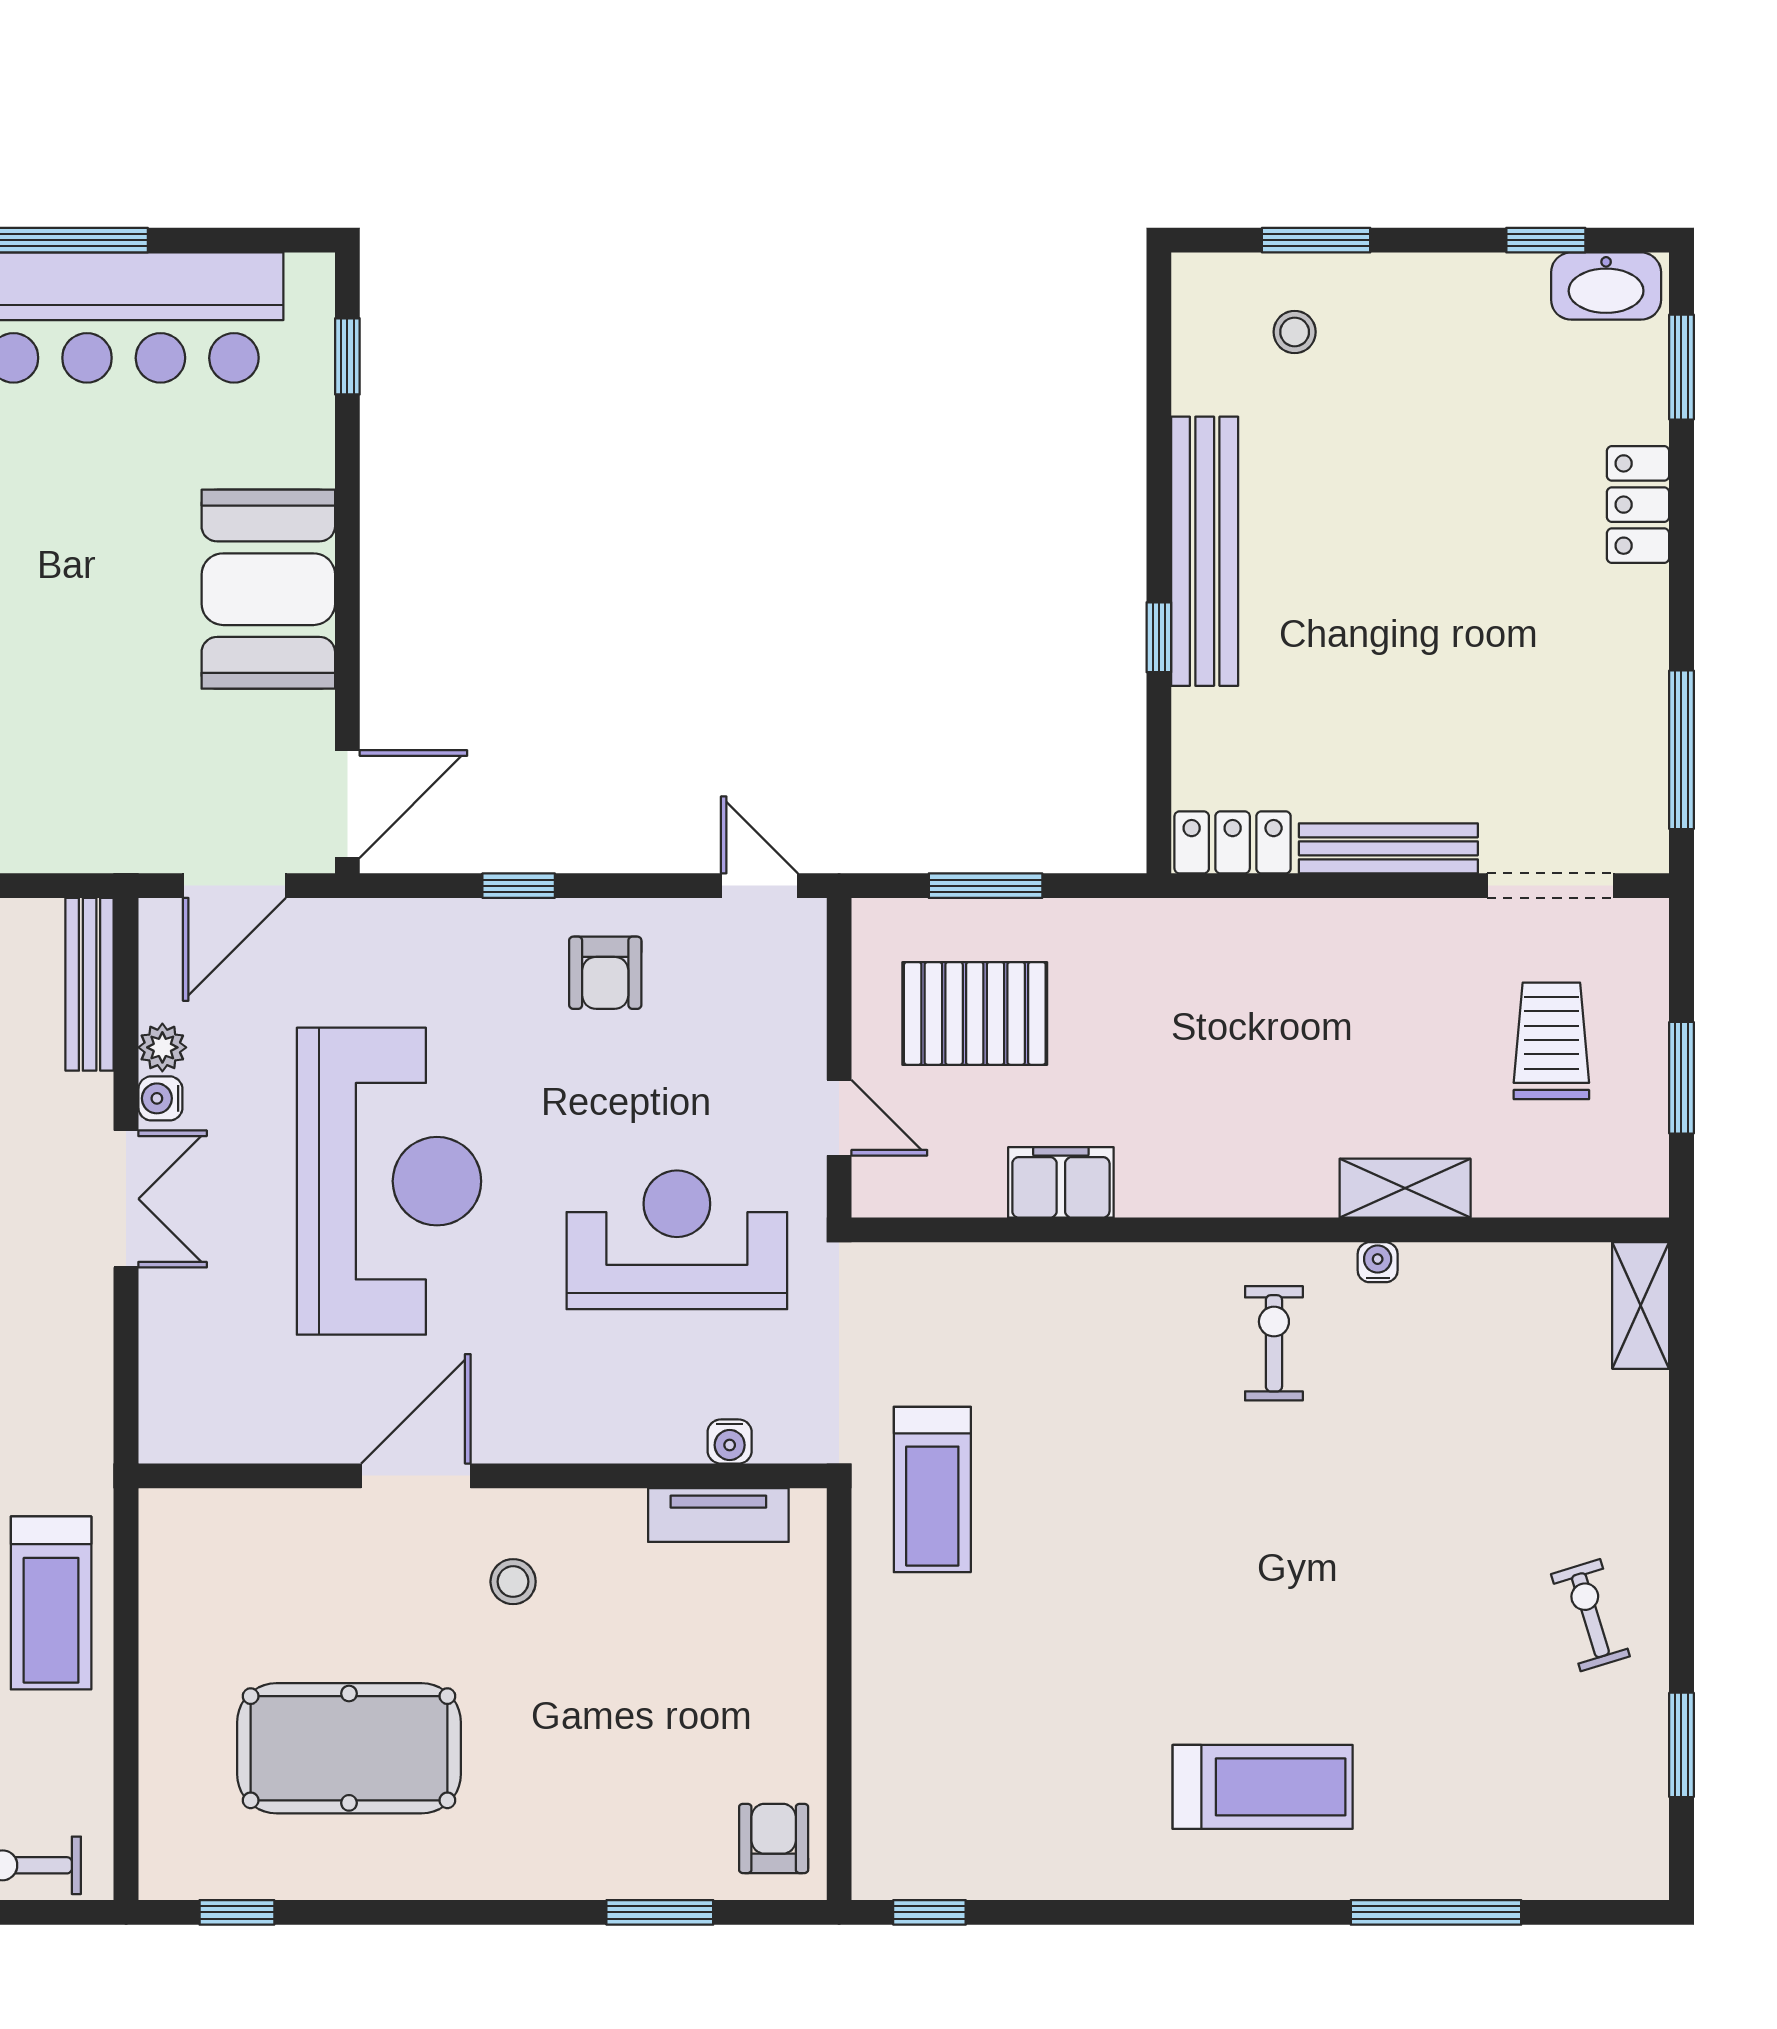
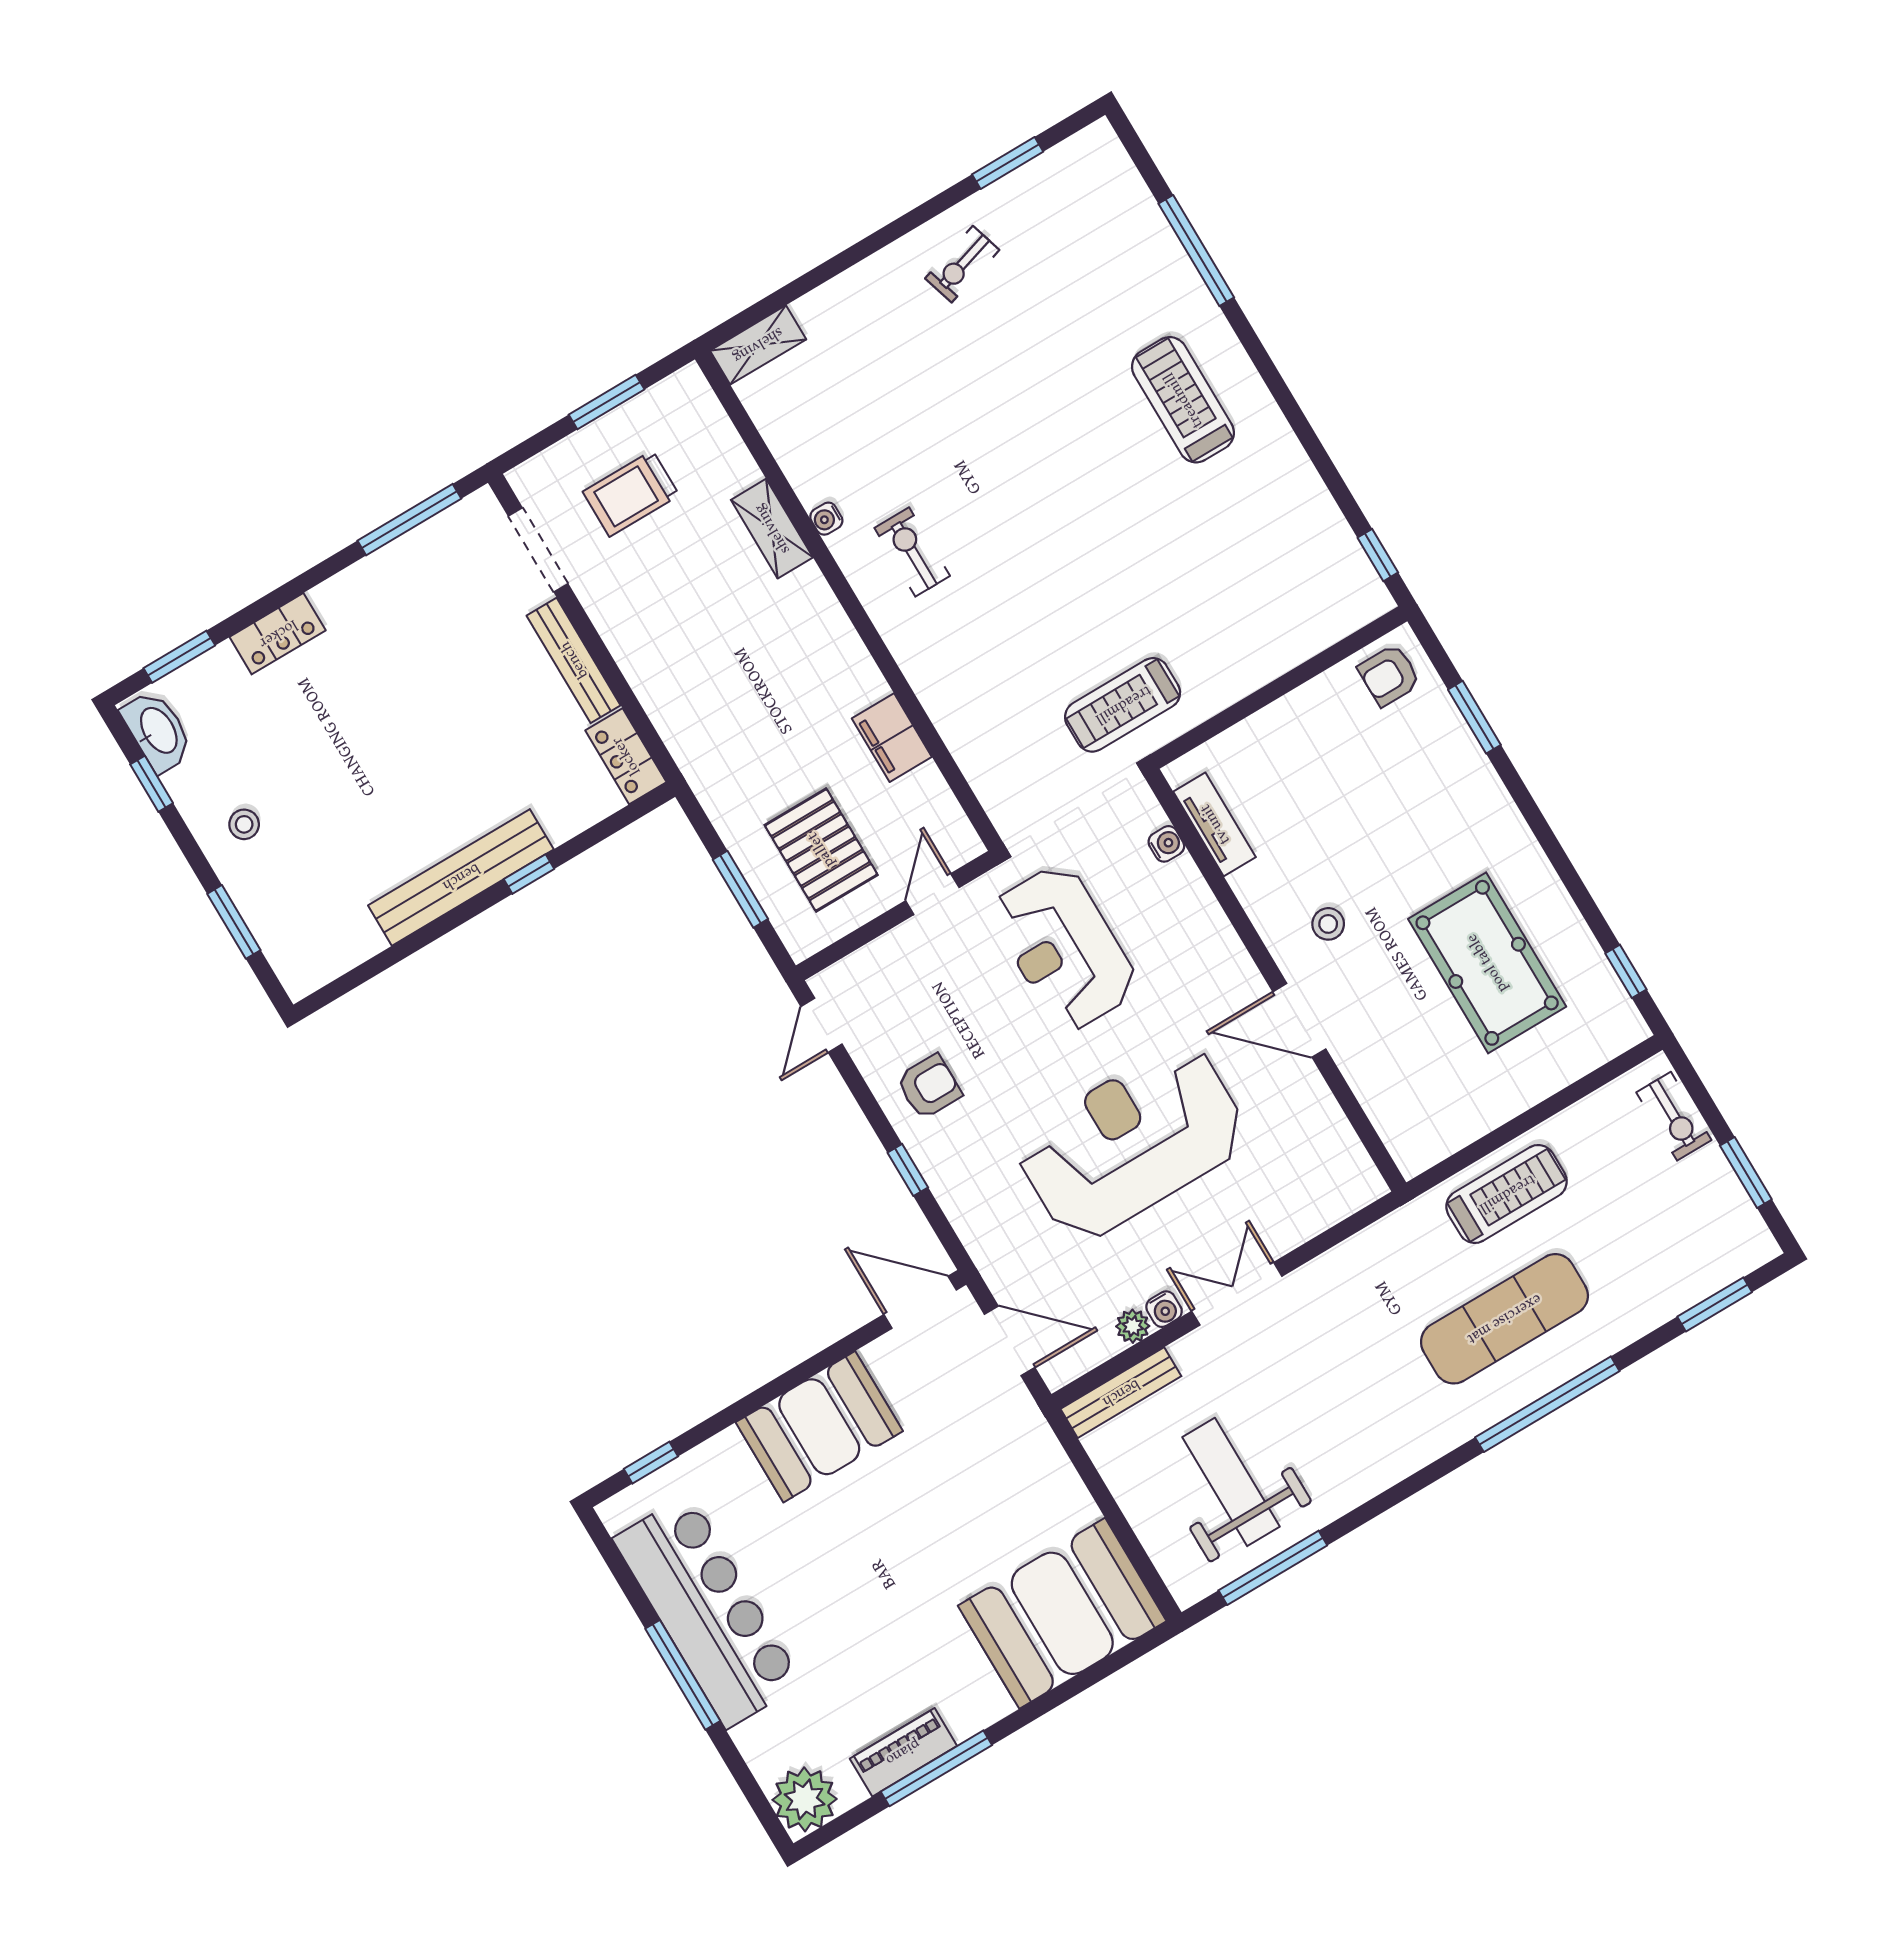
stool: (1295, 332) -> (244, 824), moved
exercise bike: (1274, 1343) -> (912, 552), turned 90
treadmill: (932, 1490) -> (1123, 705), turned 180

